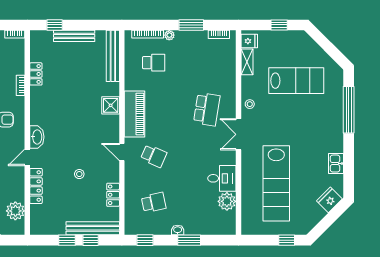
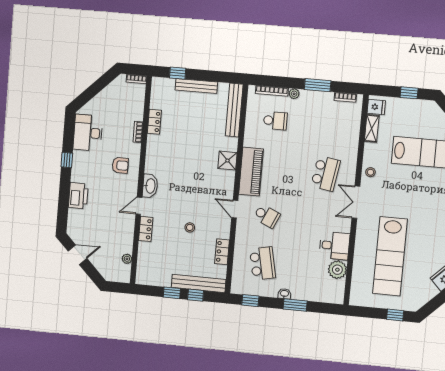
locker: (36, 186) -> (146, 229), width x0.66
school desk: (154, 202) -> (263, 263), width x1.85
plant: (15, 211) -> (127, 259), width x0.53, depth x0.53

